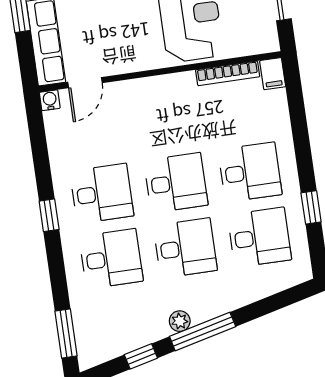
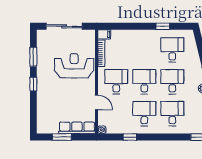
door: (85, 83) -> (97, 102), moved
desk: (250, 172) -> (116, 82), moved
window: (49, 215) -> (130, 137), moved

